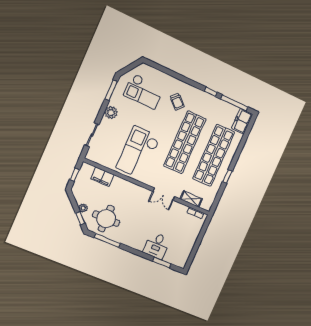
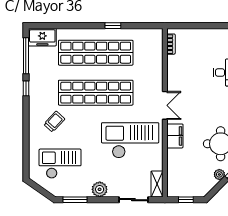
checkout: (144, 91) -> (60, 164), turned -90
checkout: (138, 152) -> (130, 140), turned 180
filing cabinet: (102, 177) -> (175, 136), moved
double door: (164, 194) -> (165, 105), moved
shelving: (191, 199) -> (157, 184), moved

